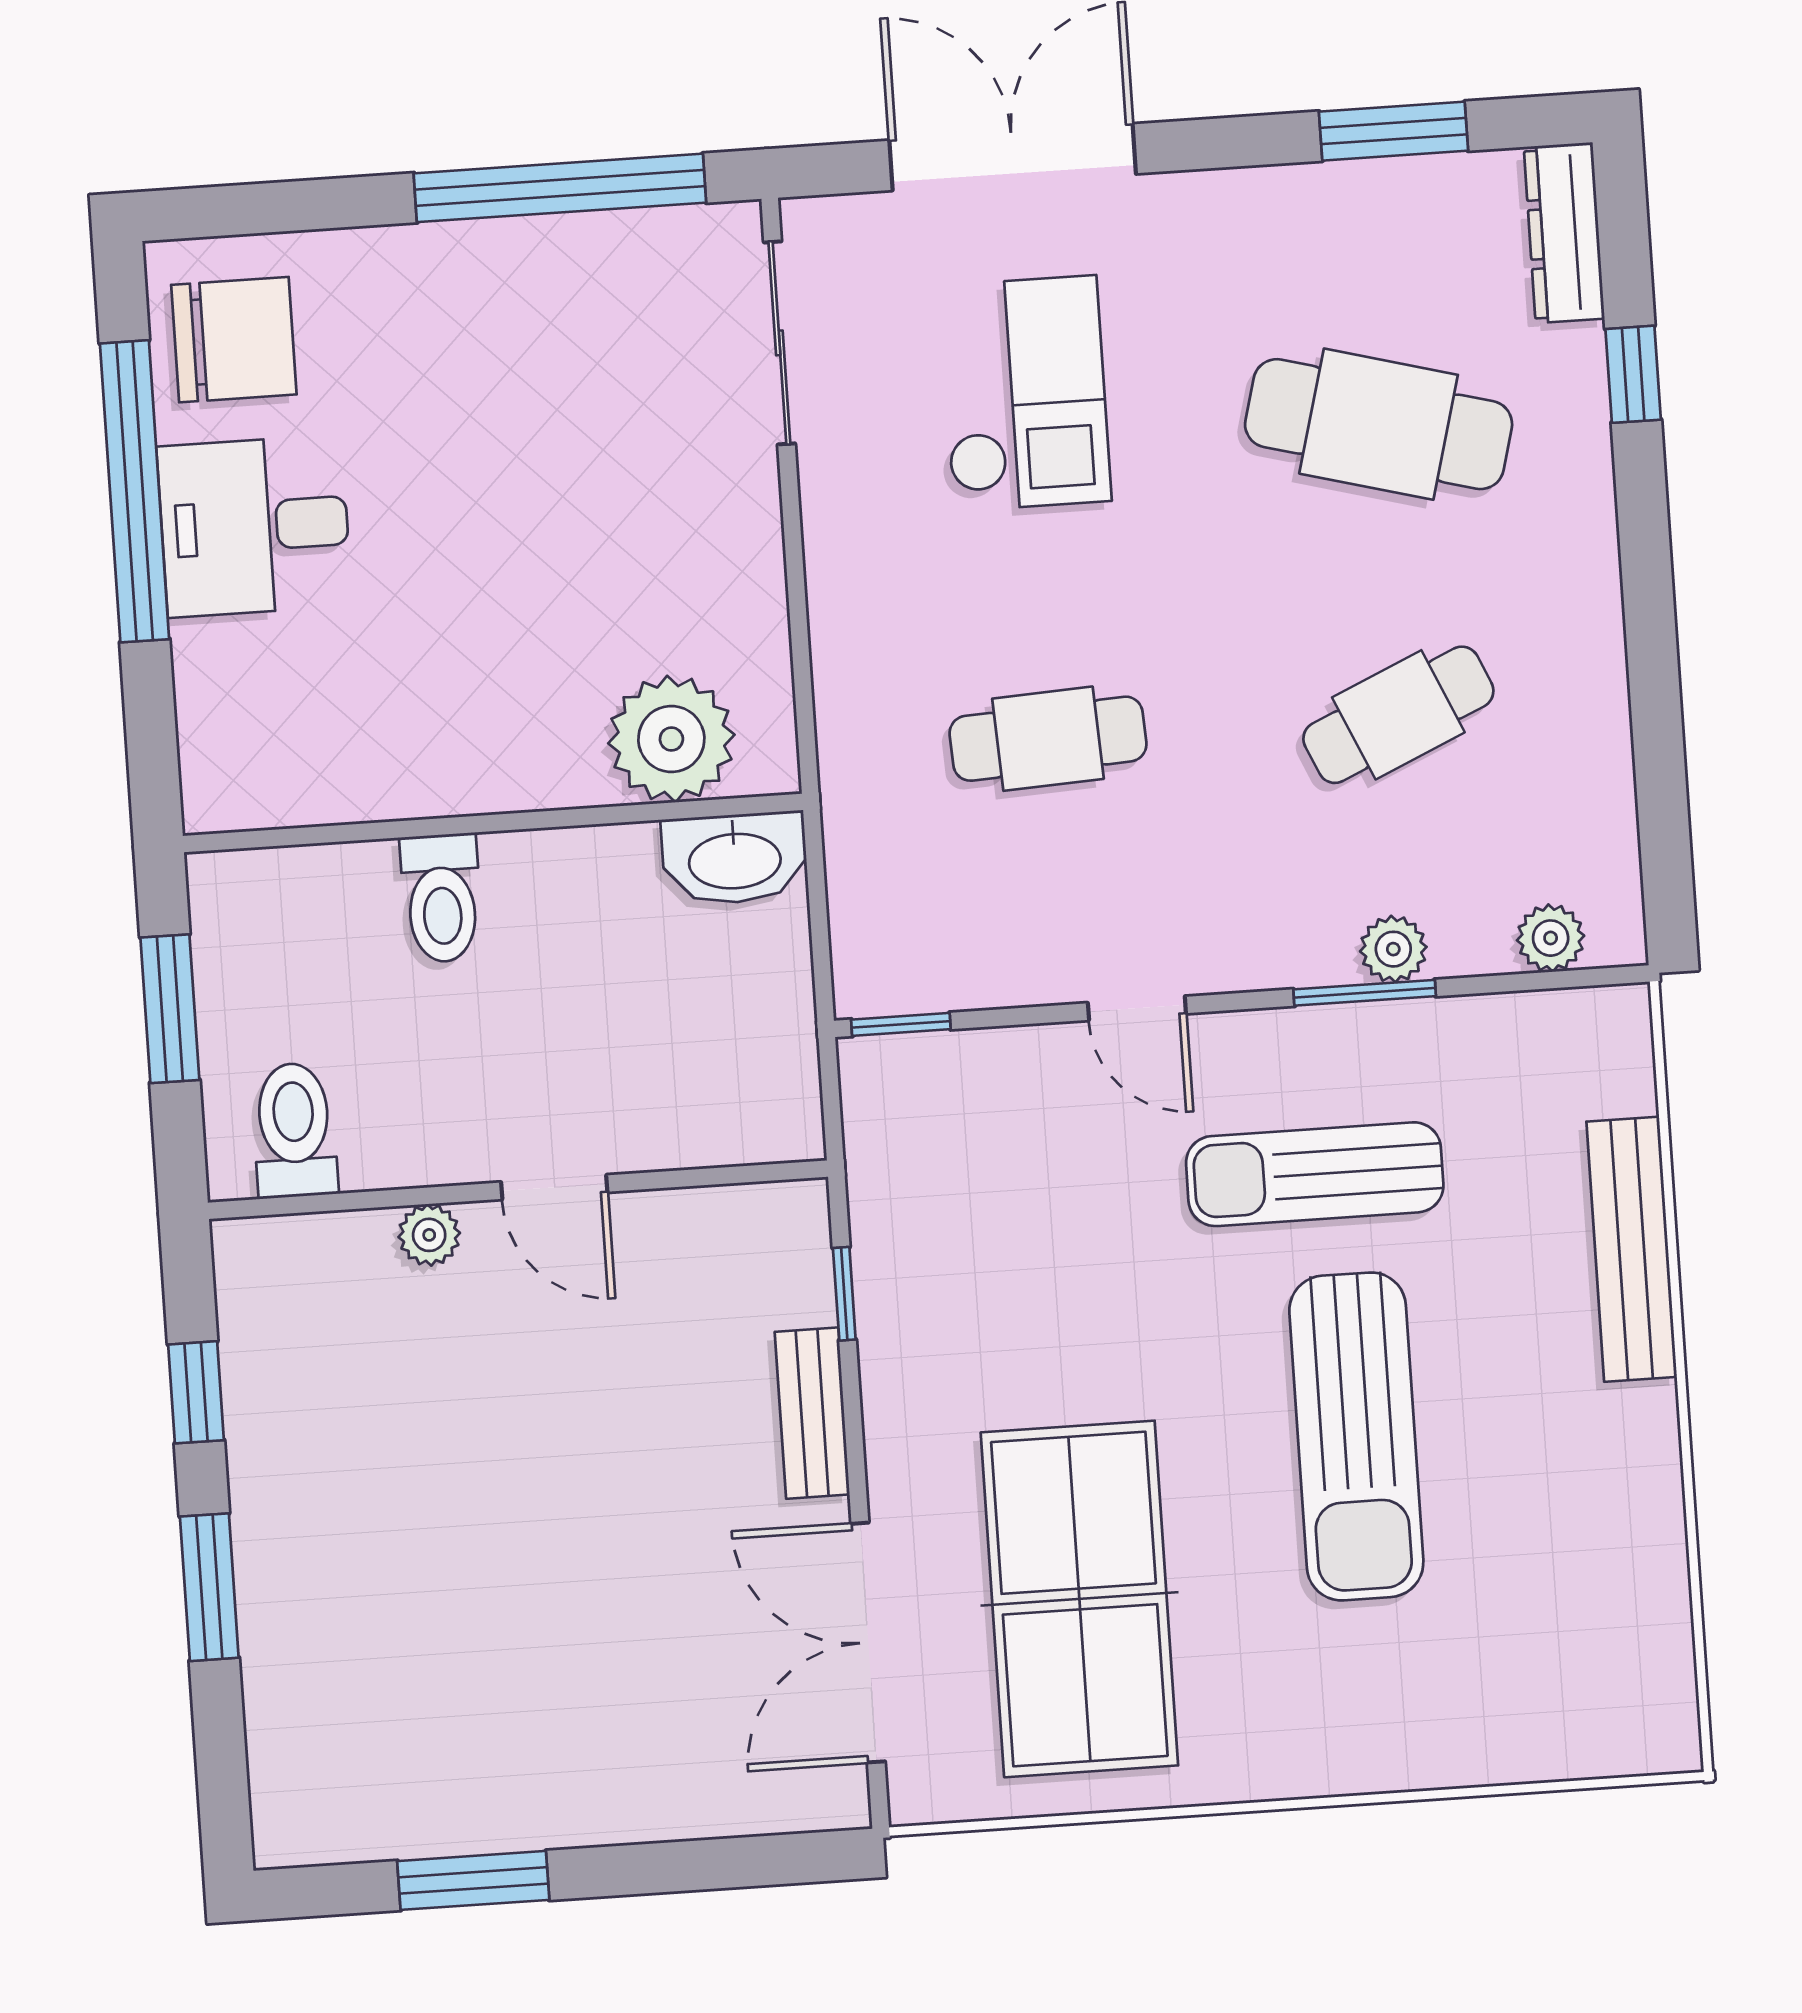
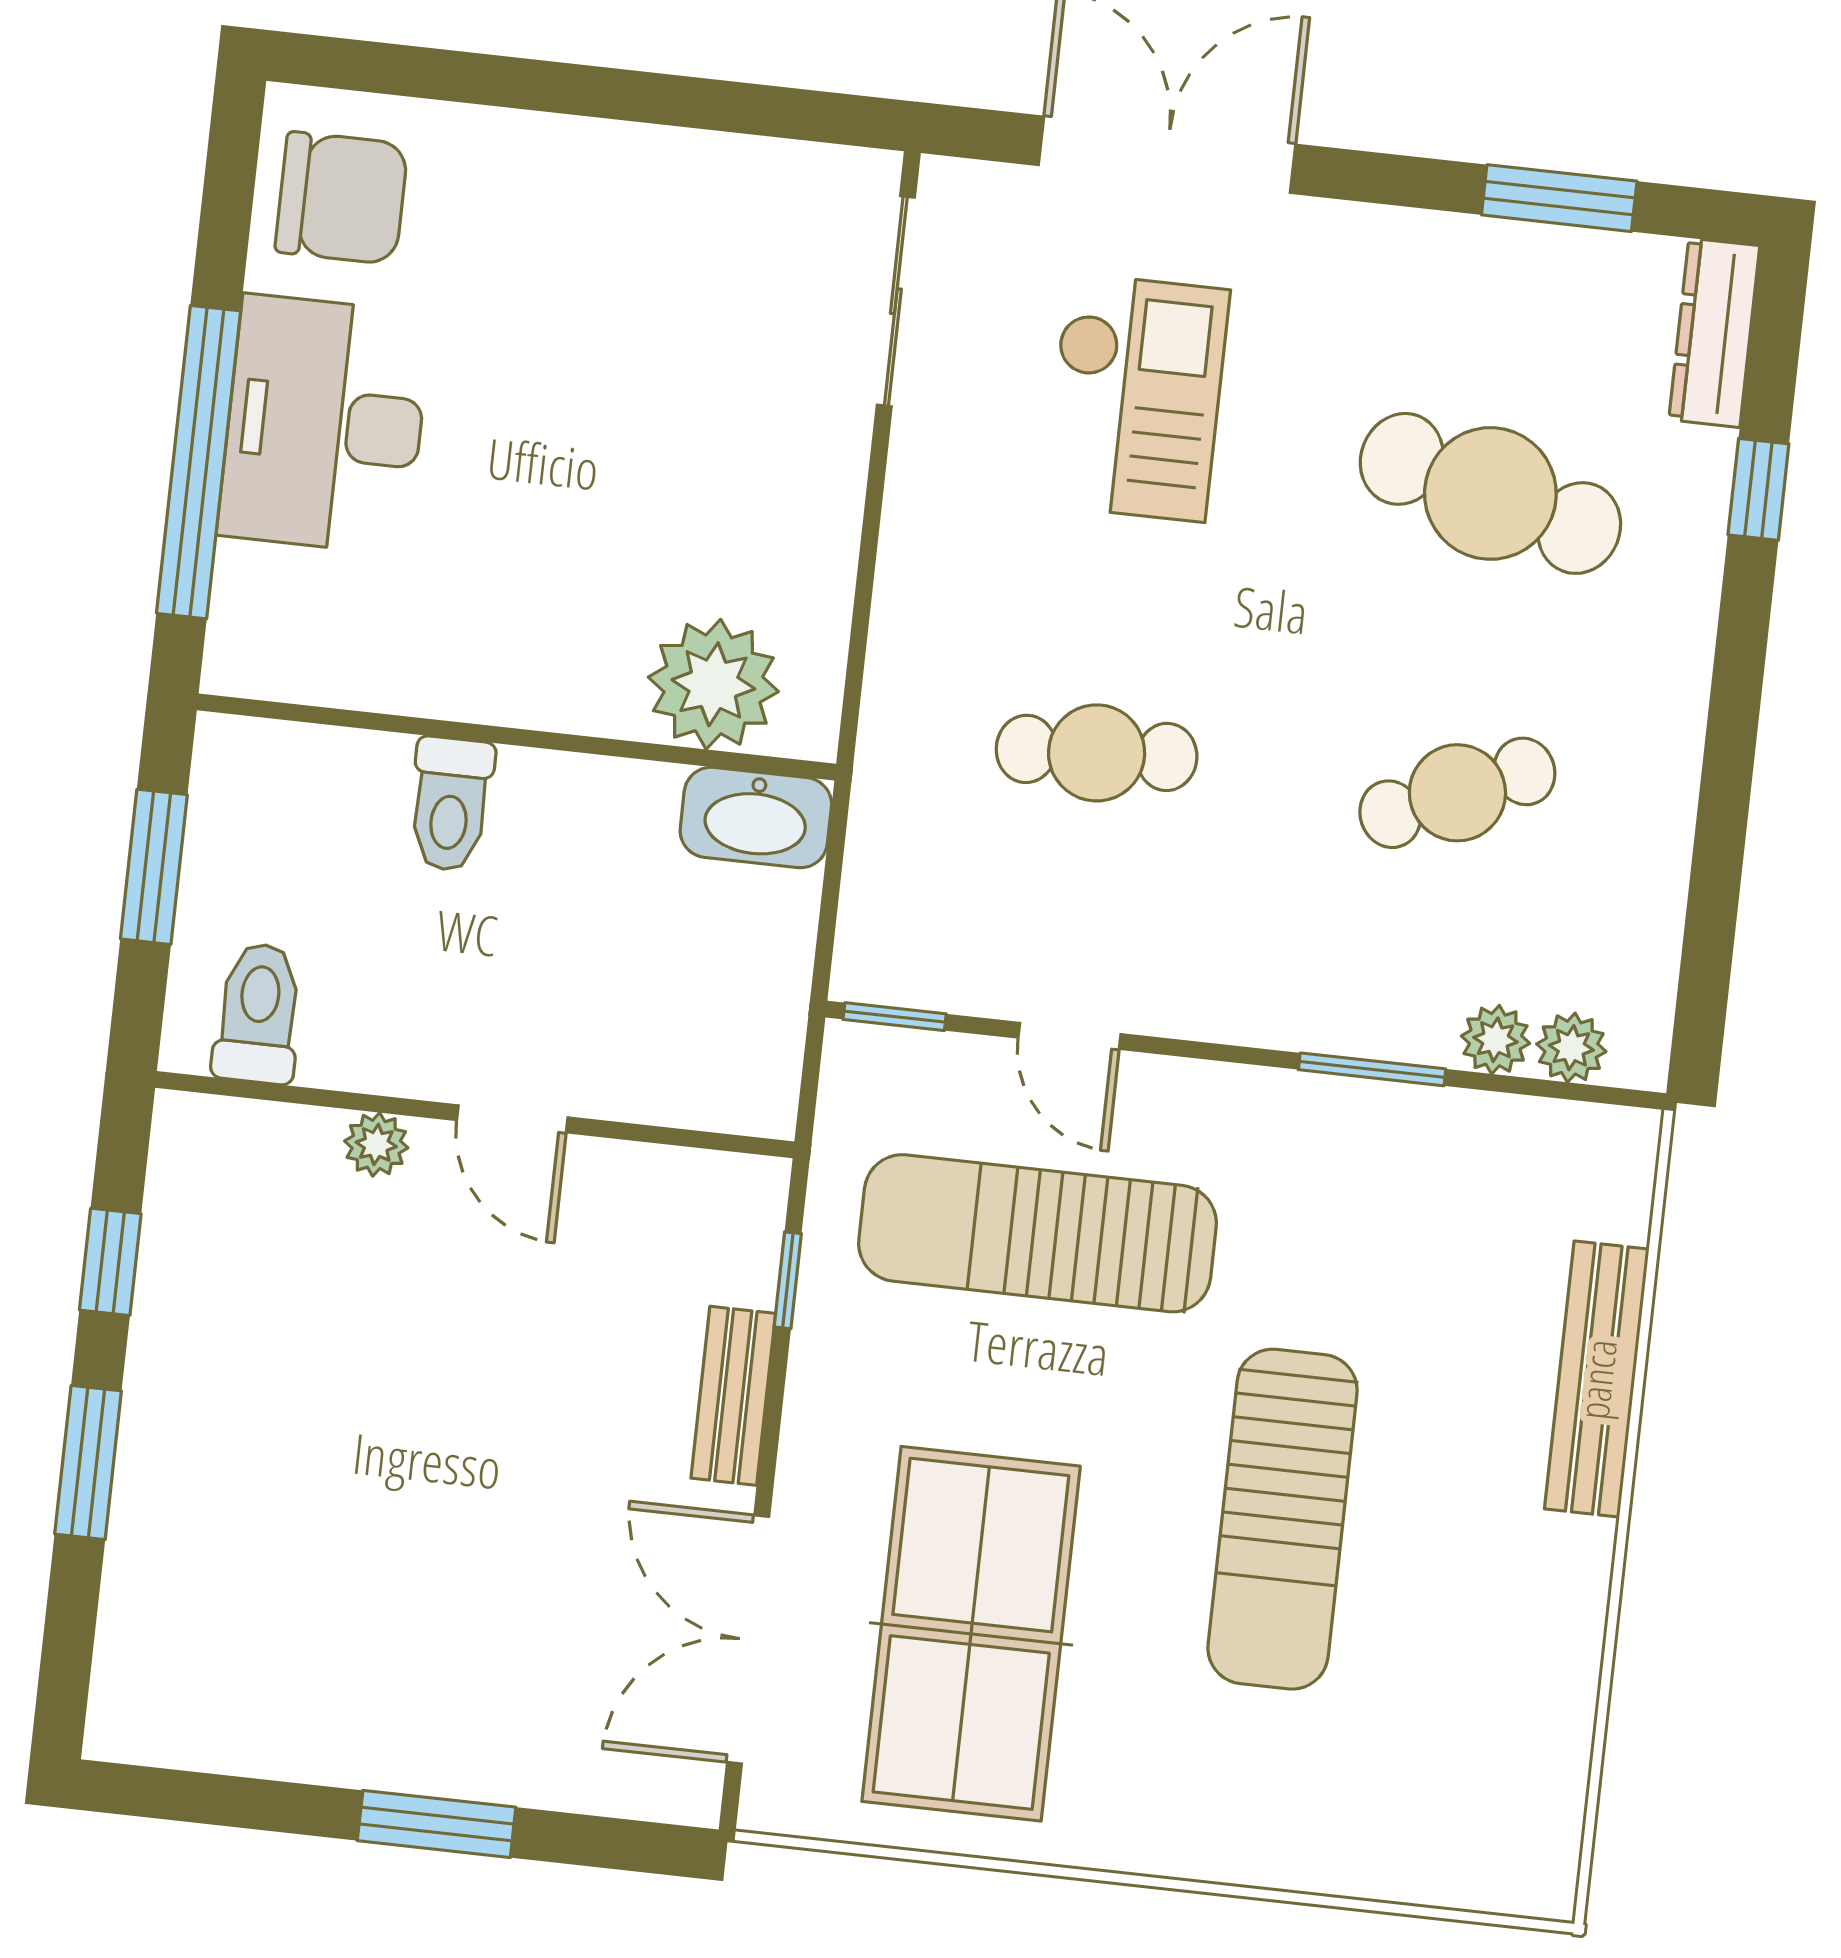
window: (560, 188) -> (701, 103), removed
window: (135, 491) -> (199, 462), moved
desk: (255, 526) -> (325, 424), width x1.37
plant: (1393, 949) -> (1495, 1040), moved
door: (1137, 1008) -> (1069, 1036), moved
sun lounger: (1315, 1174) -> (1038, 1233), moved, width x1.36, depth x1.34
window: (473, 1880) -> (437, 1824), moved

